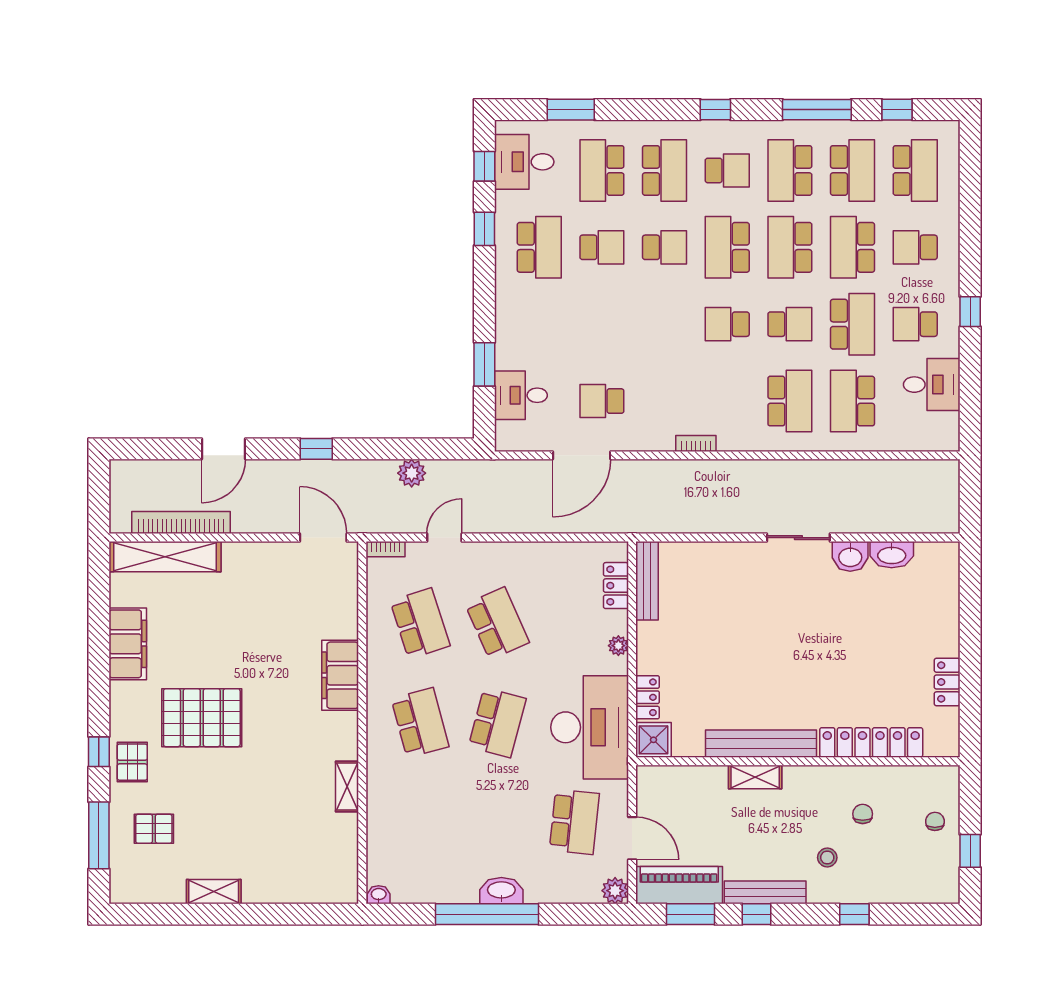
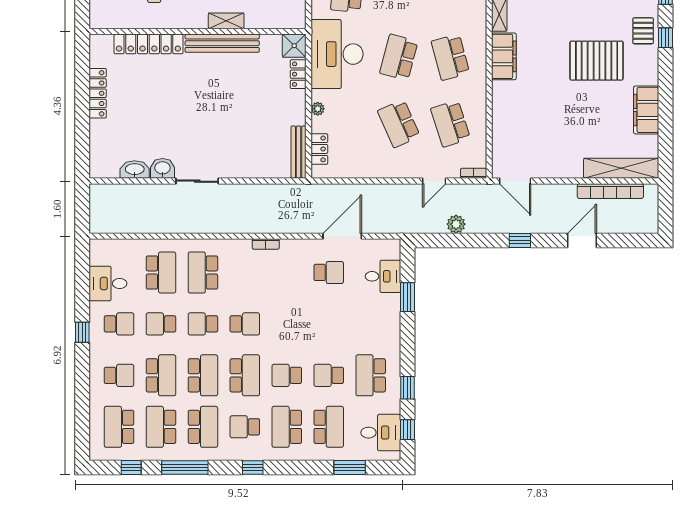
school desk: (853, 324) -> (161, 324), width x0.54
filing cabinet: (340, 675) -> (504, 56), moved
locker: (947, 682) -> (98, 93), width x1.53

